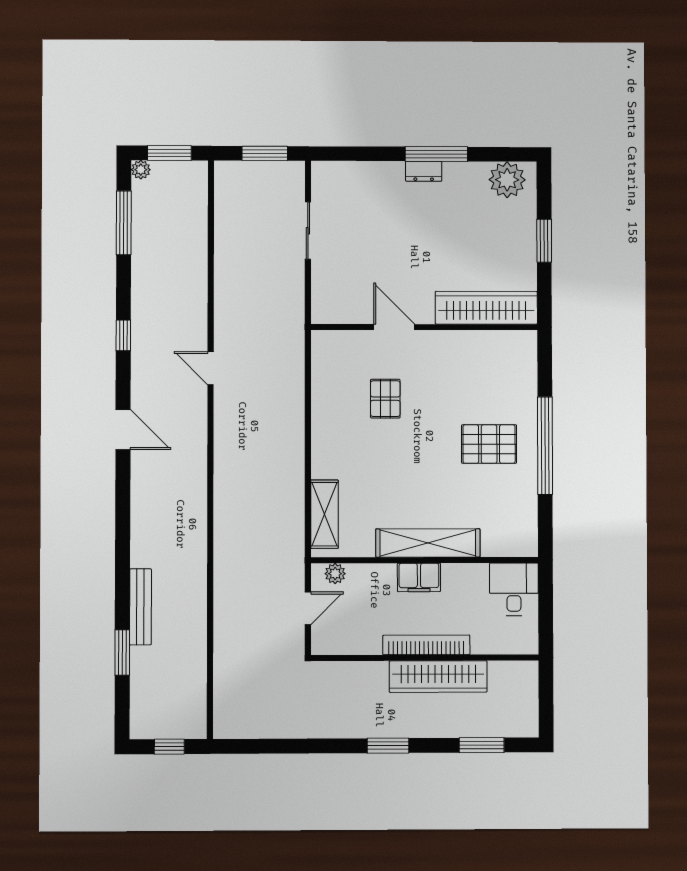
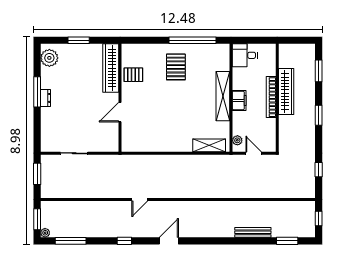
pallet: (385, 399) -> (133, 75), moved
window: (545, 446) -> (192, 40), moved
window: (122, 653) -> (287, 241), moved
window: (273, 746) -> (319, 170), added

